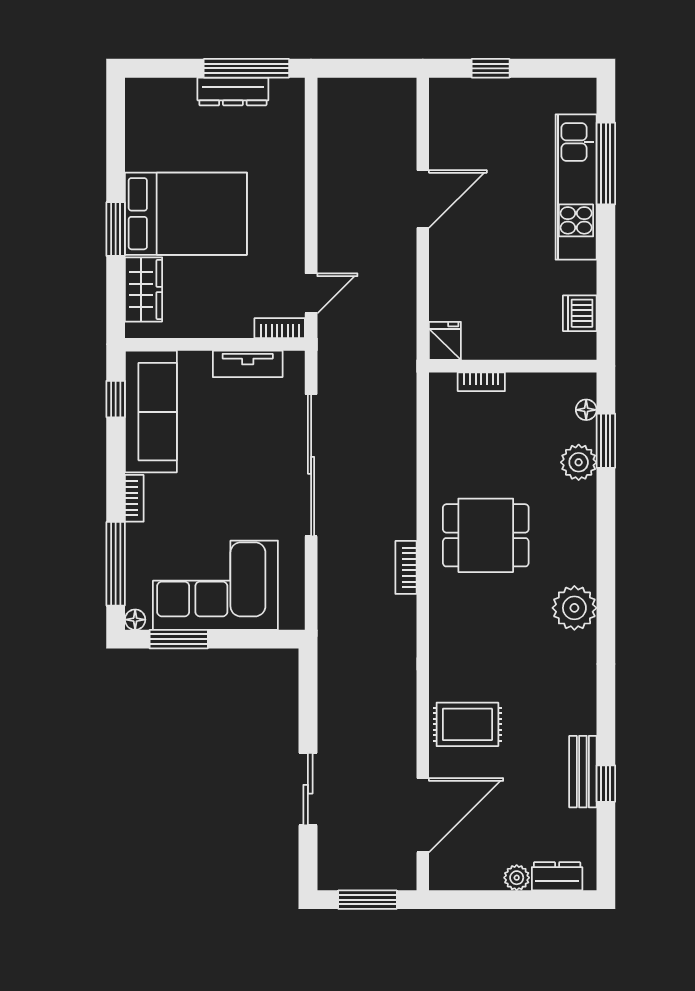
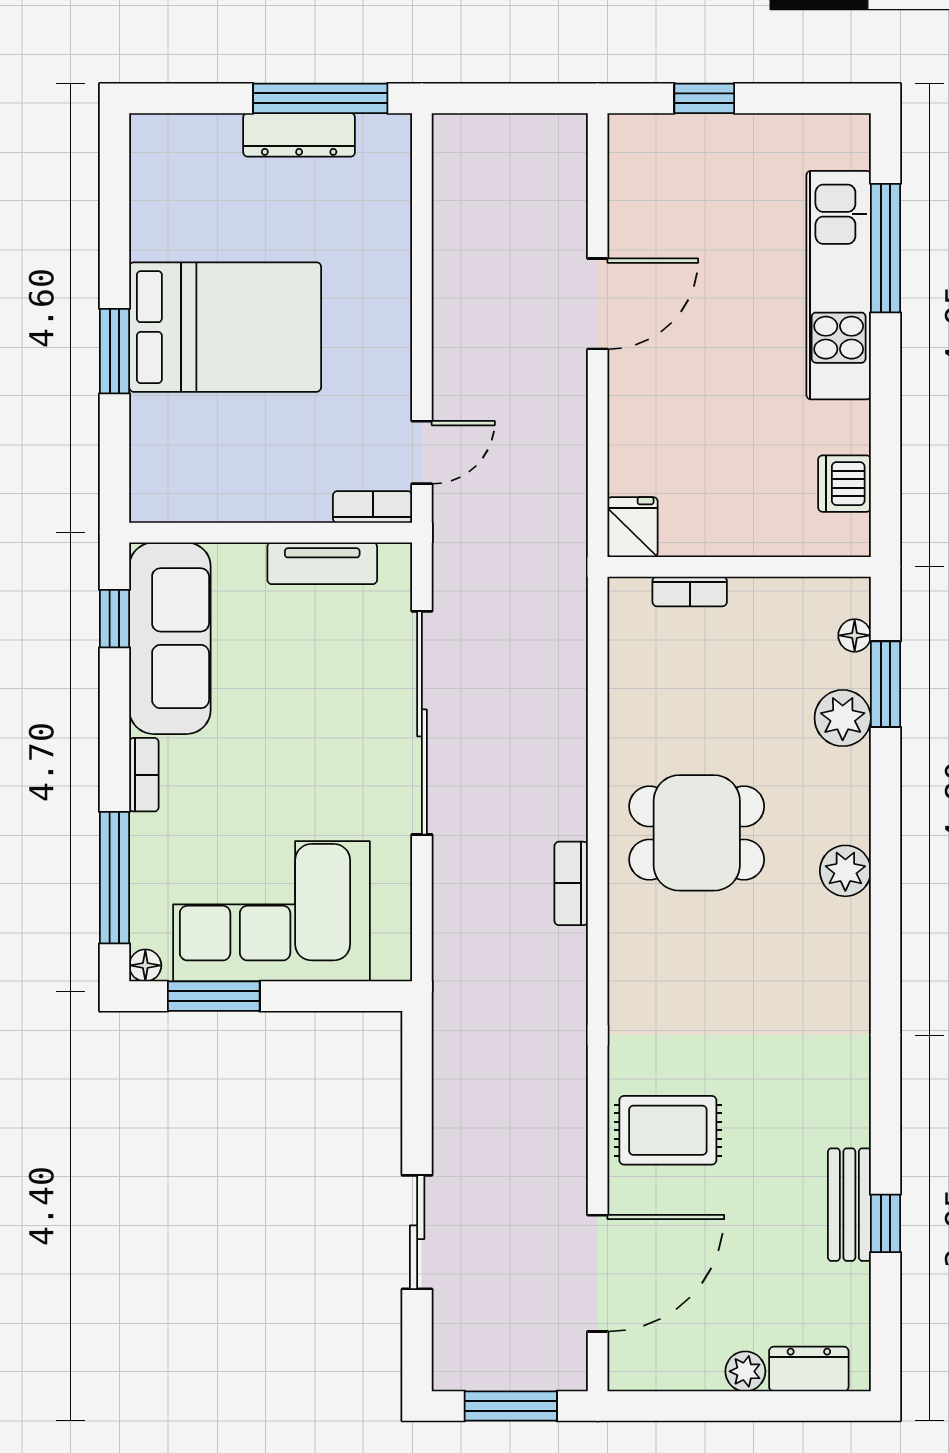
wardrobe: (144, 289) -> (159, 446), removed
plant: (574, 608) -> (845, 871), moved, width x0.73, depth x0.73

